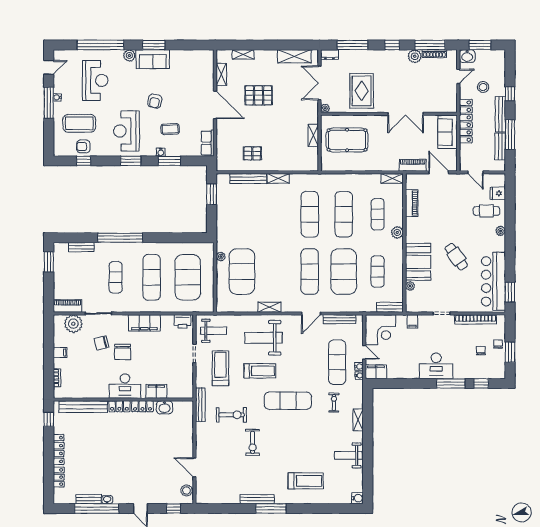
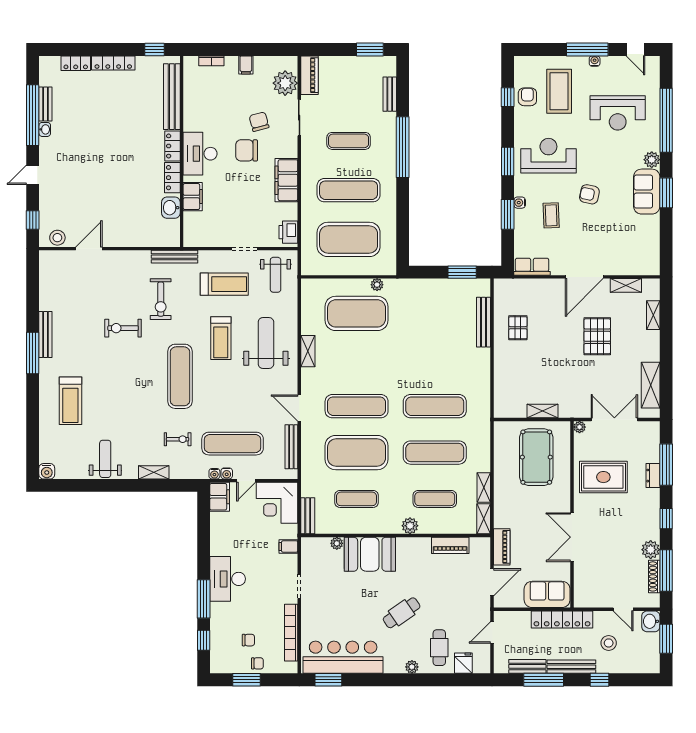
dresser: (329, 55) -> (653, 476), moved
shelving: (278, 178) -> (484, 488), moved
cafe table: (456, 257) -> (402, 613), moved

